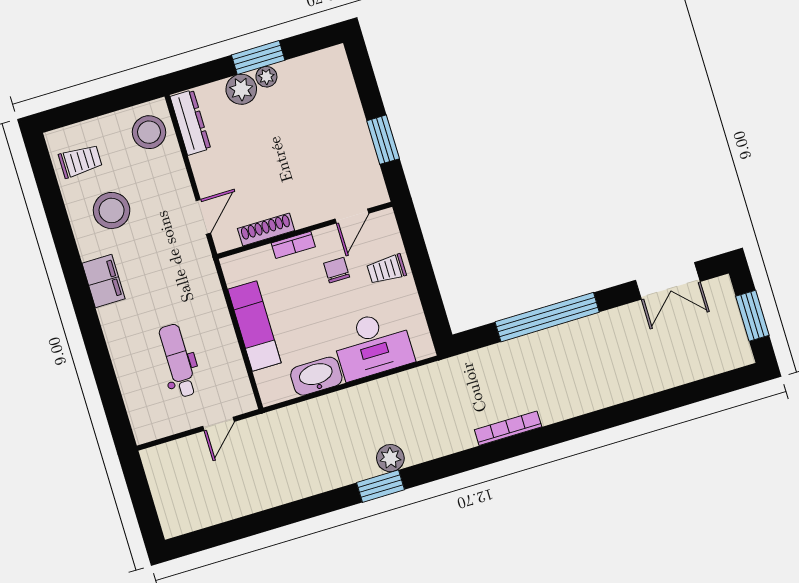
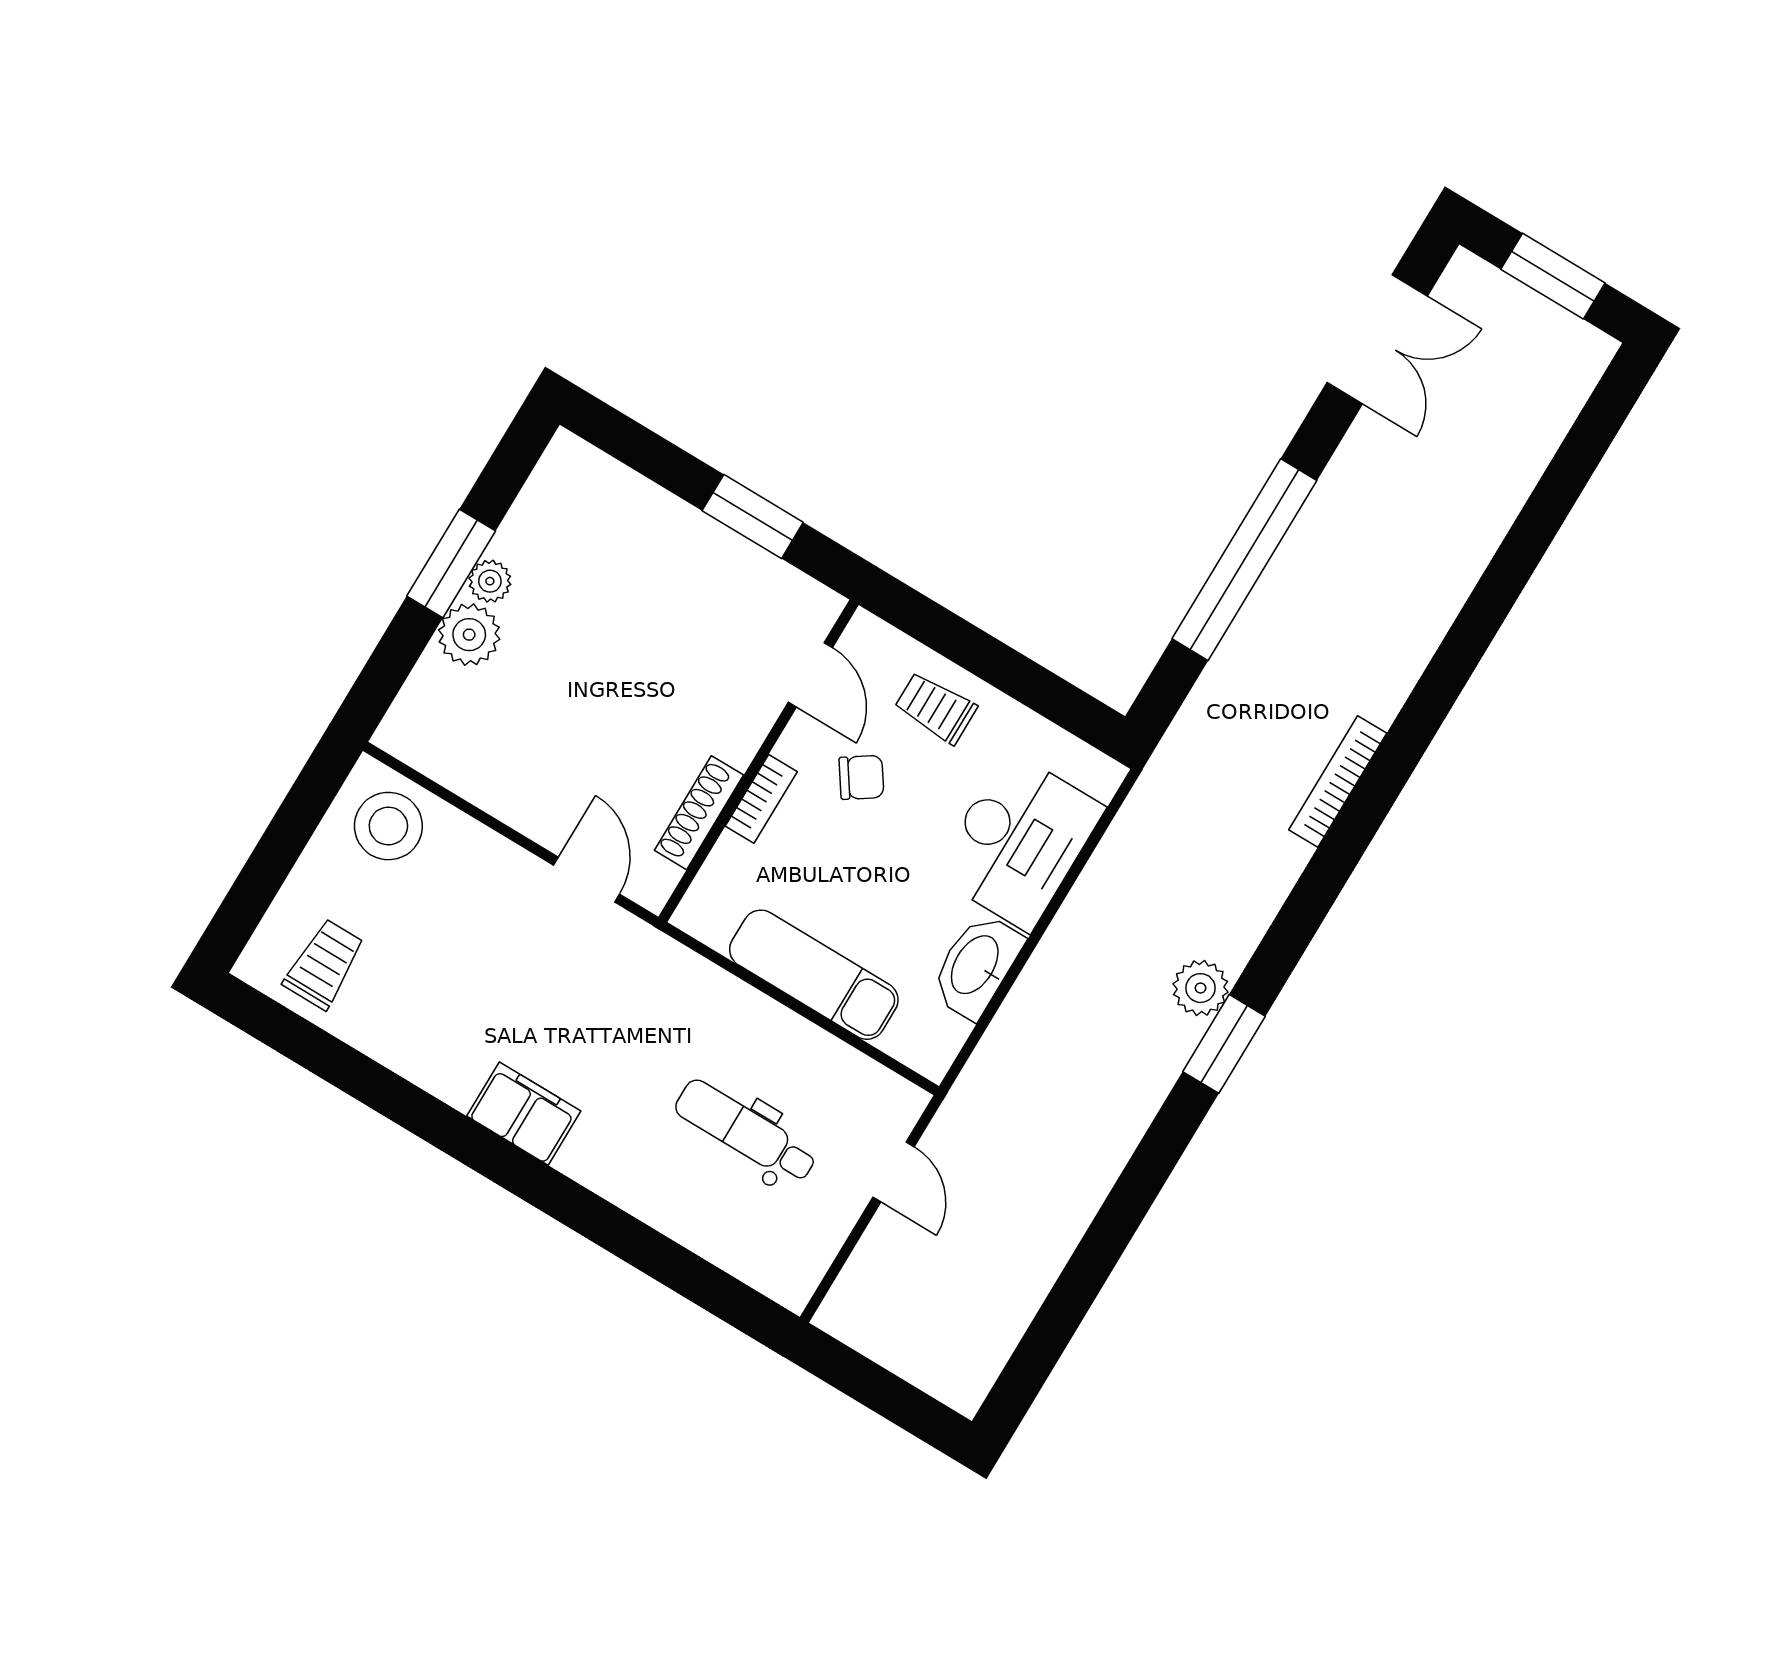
dresser: (190, 123) -> (438, 755), removed
stool: (112, 210) -> (439, 996), removed
trolley: (386, 269) -> (936, 708), turned 90
chair: (337, 270) -> (861, 777), turned 146

